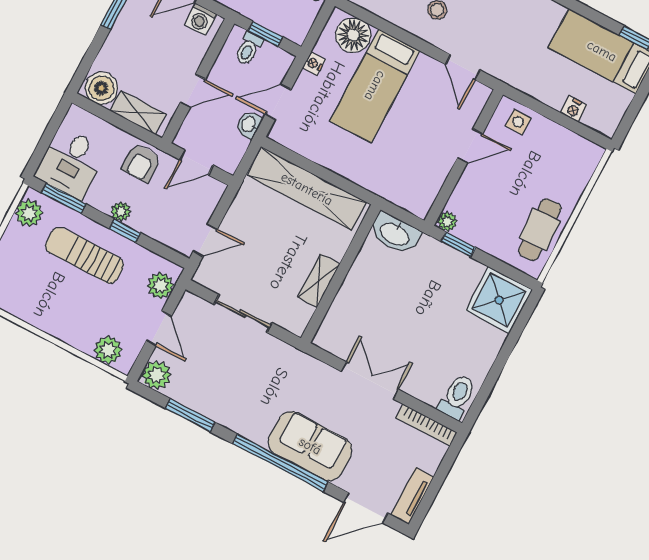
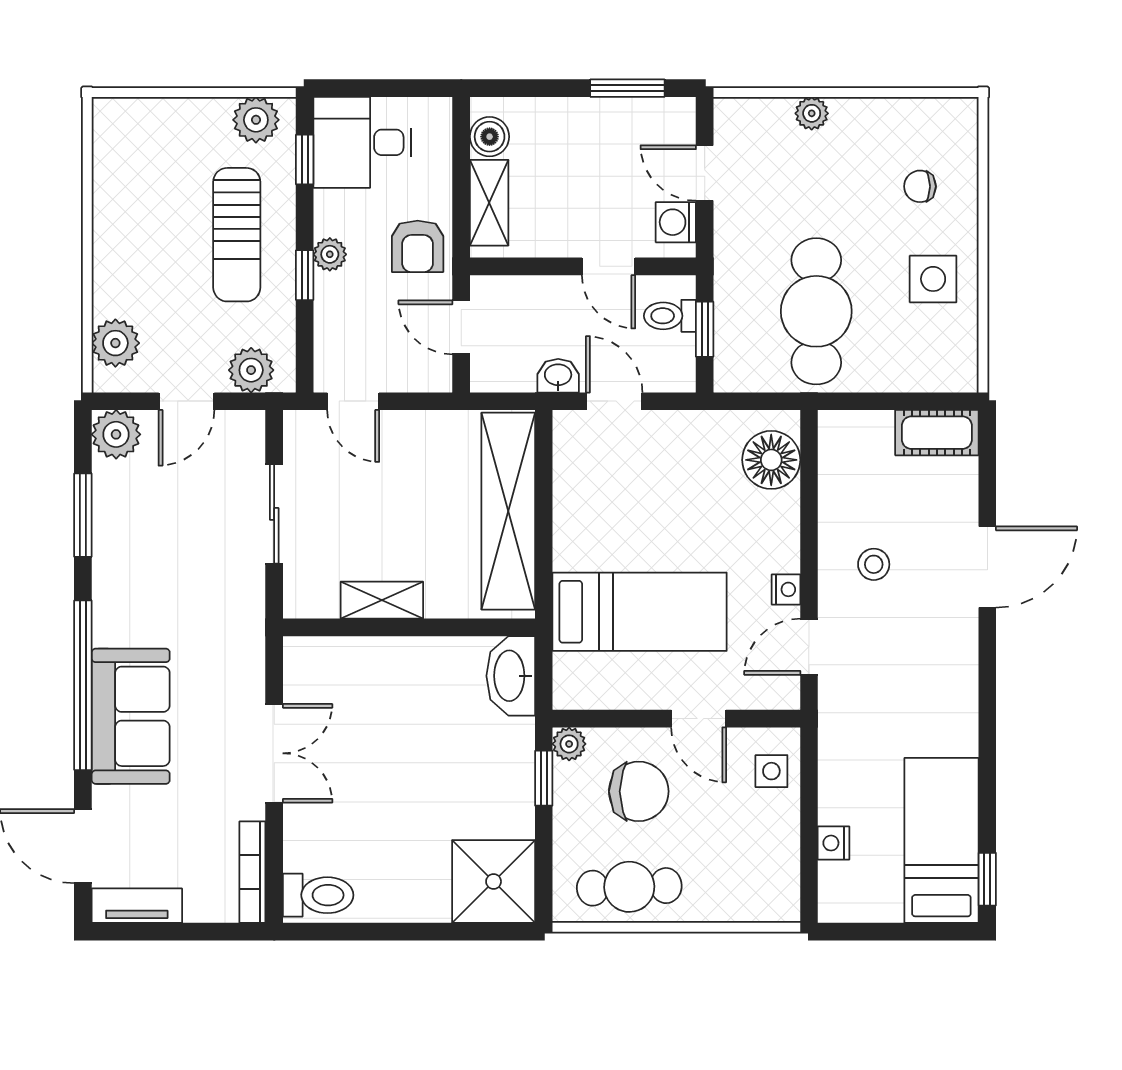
nightstand: (314, 64) -> (786, 589), moved, turned 90
bed: (375, 86) -> (640, 612), moved, turned 180
boiler: (101, 88) -> (490, 137), width x0.73, depth x0.73
door: (193, 91) -> (609, 266), moved
armchair: (141, 163) -> (418, 246), turned -90
window: (64, 198) -> (305, 159), width x0.67
chair: (492, 198) -> (639, 791), added
sun lounger: (85, 255) -> (237, 235), turned 180

